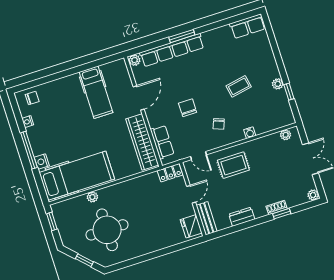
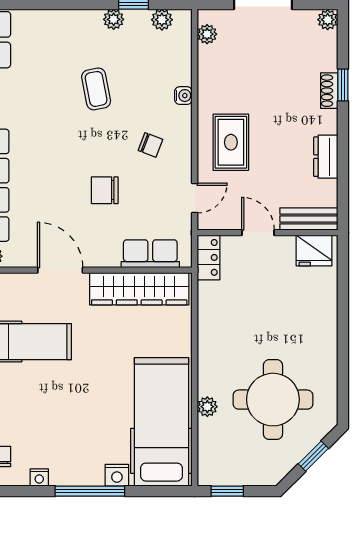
plant: (286, 109) -> (162, 20), added

